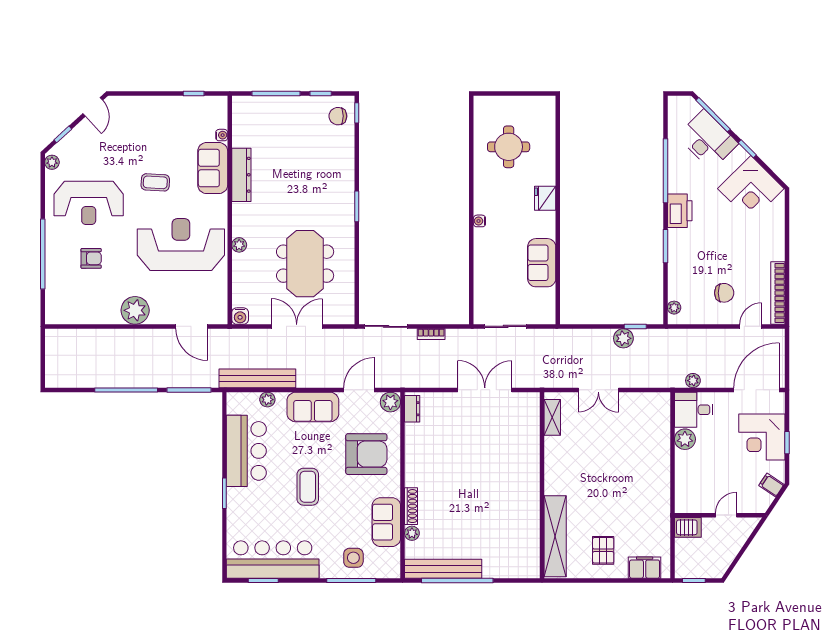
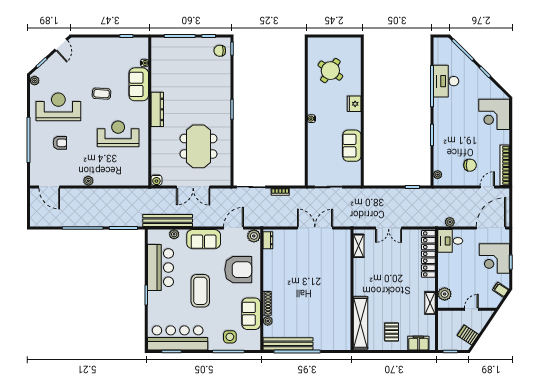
desk: (708, 140) -> (446, 81), moved, turned -135
round table: (509, 147) -> (330, 71), turned 35
dresser: (241, 175) -> (157, 109), moved
corner desk: (751, 189) -> (494, 114), moved, turned 45
reception desk: (89, 203) -> (58, 107), turned 180
printer: (680, 211) -> (441, 112), removed
reception desk: (181, 245) -> (118, 134), width x0.74, depth x0.77
plant: (239, 245) -> (156, 134), removed
plant: (135, 310) -> (88, 181), width x0.53, depth x0.53
door: (192, 326) -> (49, 187), moved
double door: (297, 326) -> (193, 187), swing flipped
plant: (623, 338) -> (405, 195), removed
locker: (660, 430) -> (428, 254), added
plant: (685, 439) -> (445, 294), moved
coffee table: (308, 487) -> (200, 291), width x1.36, depth x1.32
shelving: (662, 506) -> (430, 303), added
server rack: (688, 527) -> (468, 335), moved, turned -146

